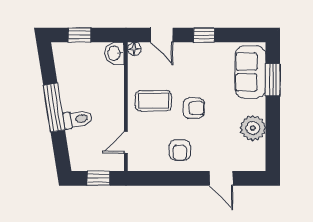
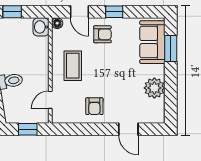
coffee table: (153, 101) -> (73, 66), turned 90
armchair: (194, 108) -> (102, 34), moved

